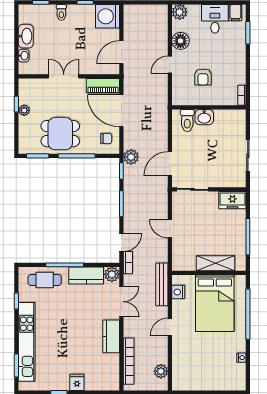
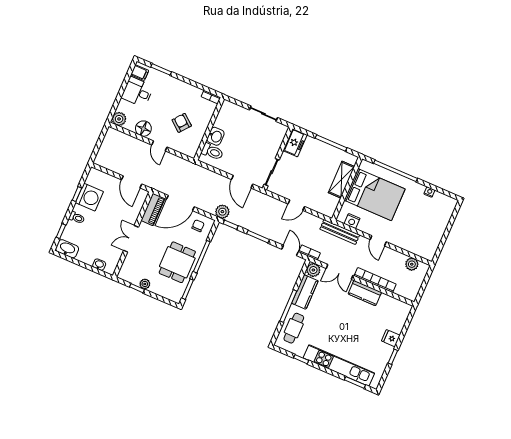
washing machine: (108, 16) -> (89, 197), moved, turned -90
washbasin: (26, 36) -> (67, 249), moved
armchair: (203, 77) -> (182, 123), turned -141
double door: (121, 302) -> (340, 272), swing flipped
bookcase: (129, 361) -> (375, 280), moved

